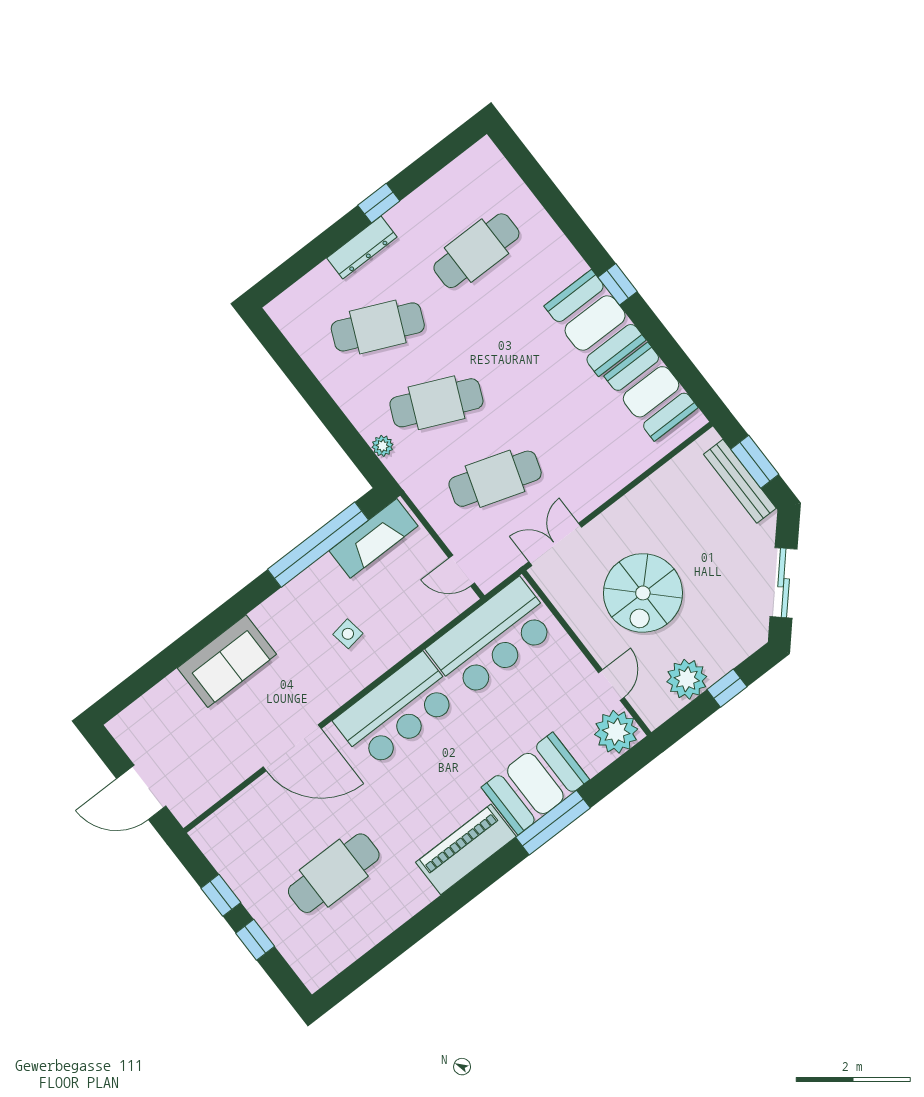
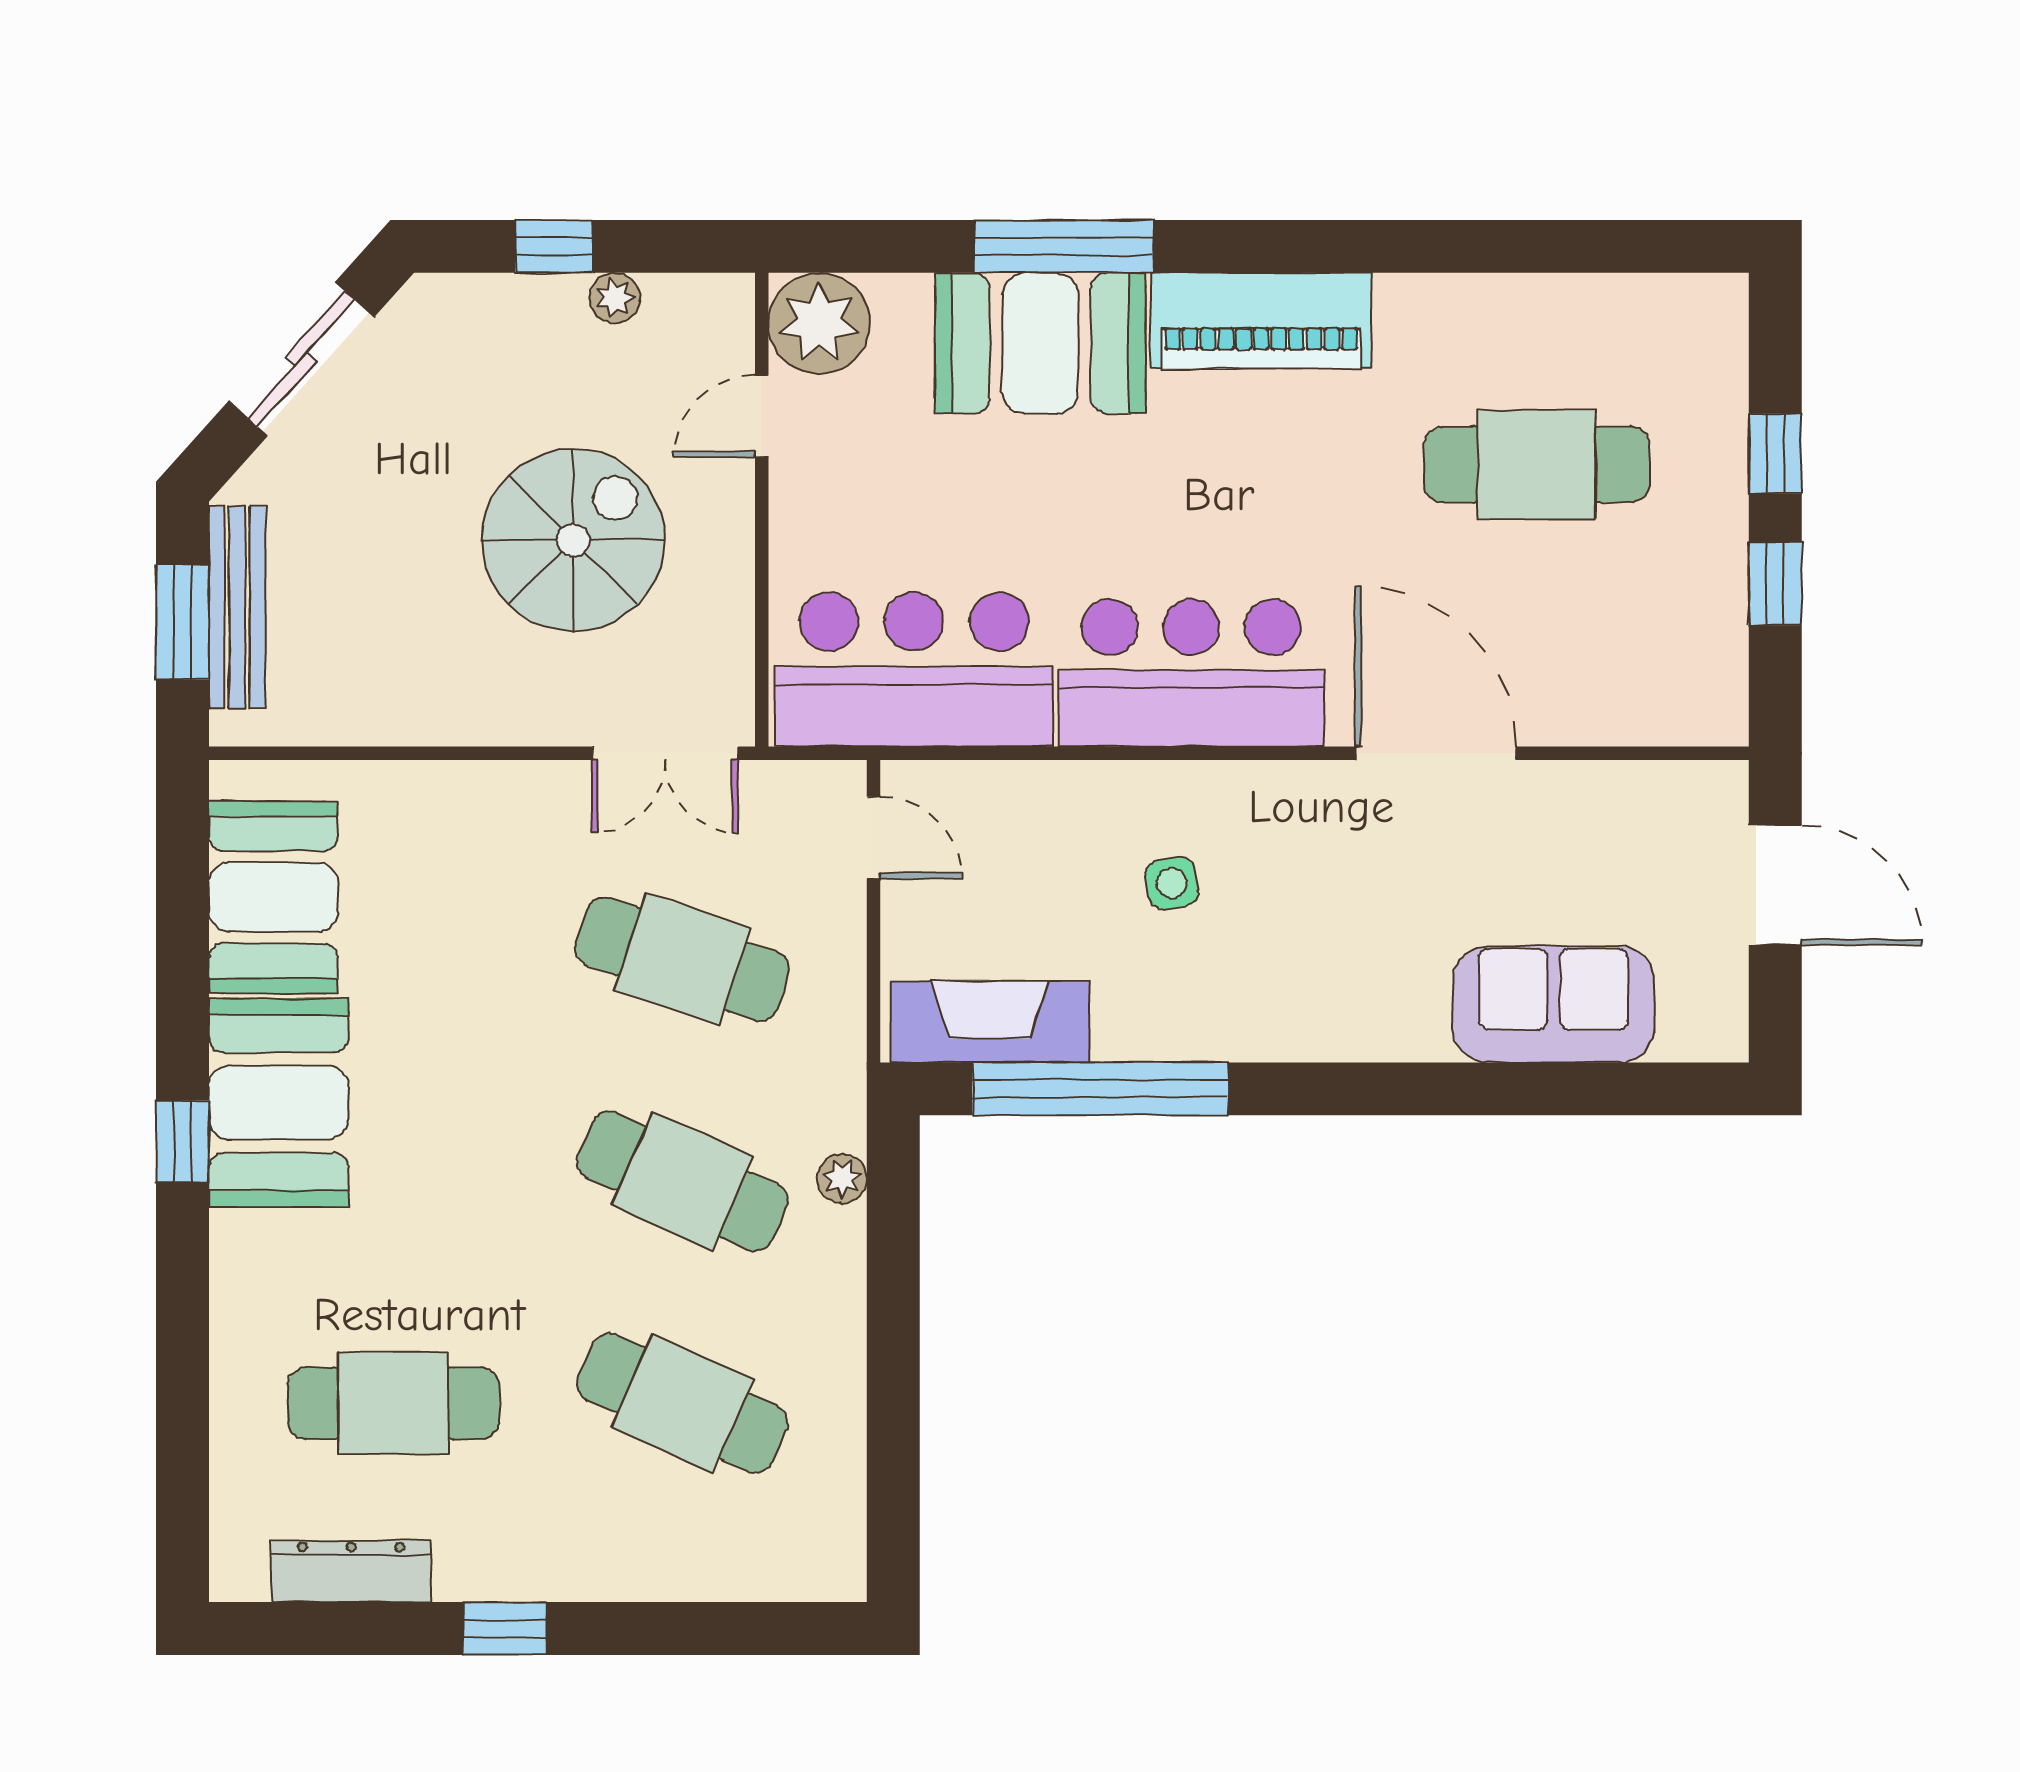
dresser: (362, 248) -> (351, 1571), moved
sofa: (227, 661) -> (1553, 1004), moved
plant: (687, 679) -> (615, 298), width x0.53, depth x0.53

